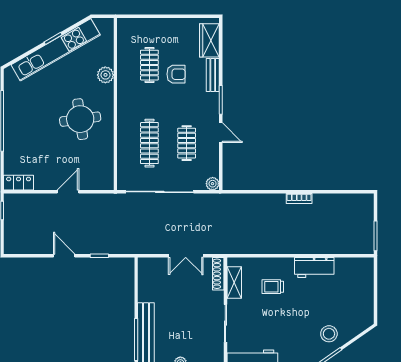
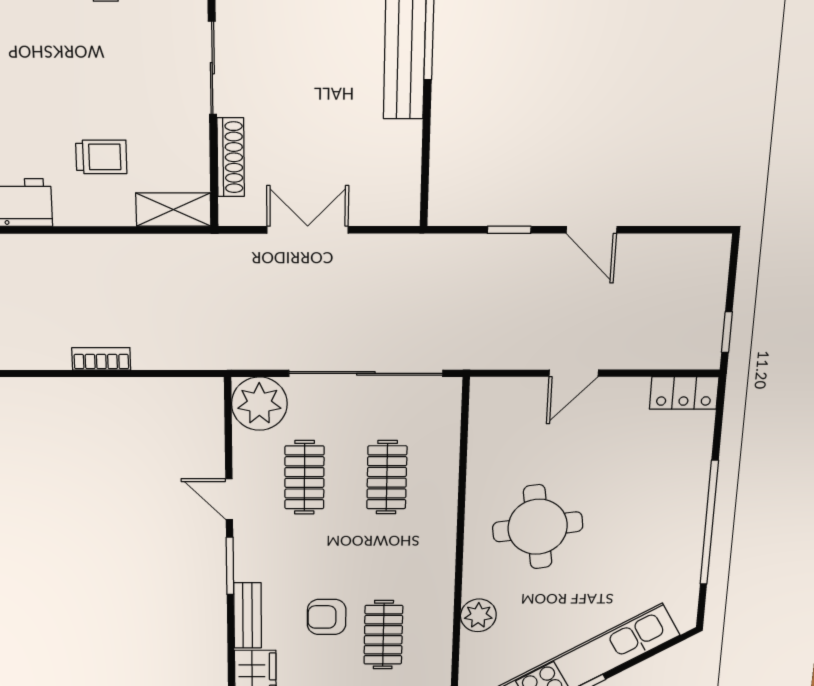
clothes rail: (149, 143) -> (387, 477), width x0.73
plant: (213, 184) -> (259, 404), width x1.88, depth x1.88
bookcase: (299, 199) -> (101, 359), moved
shoe rack: (218, 274) -> (231, 157), moved
shelving: (234, 283) -> (173, 210), moved, turned 90

